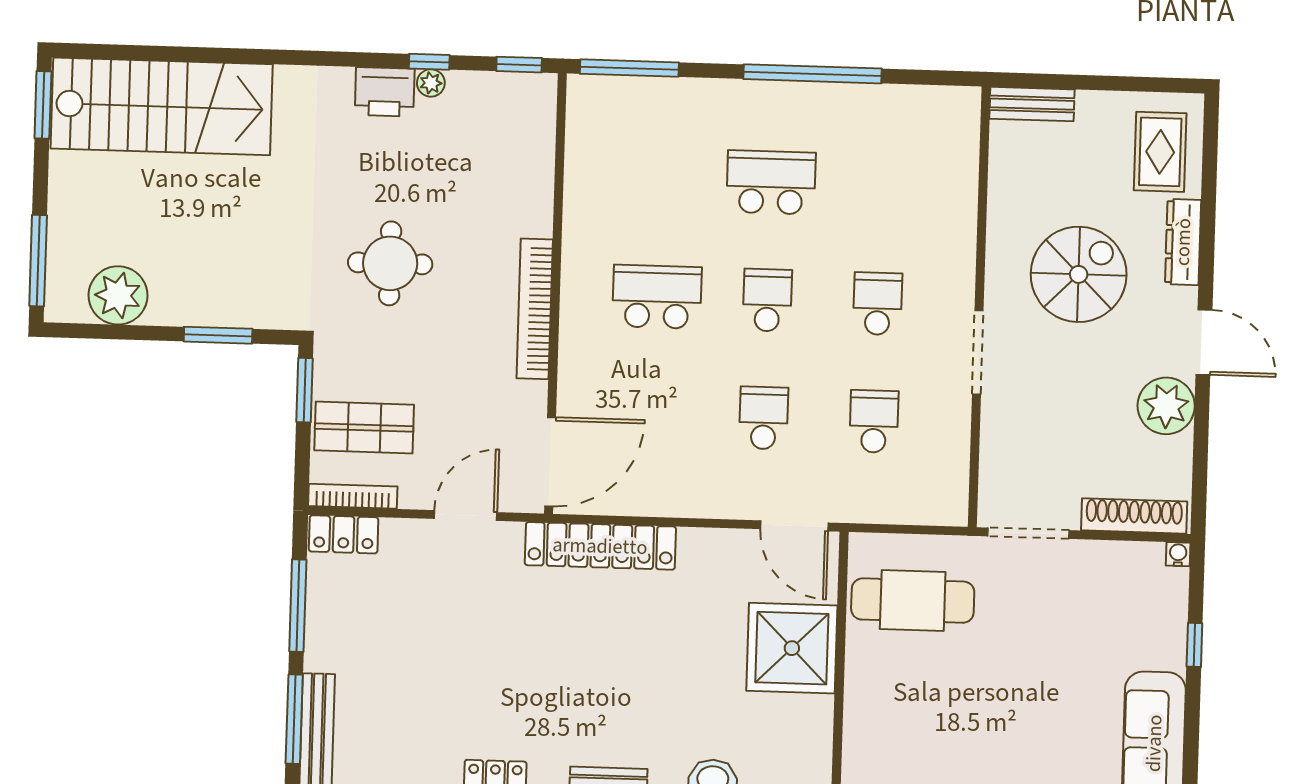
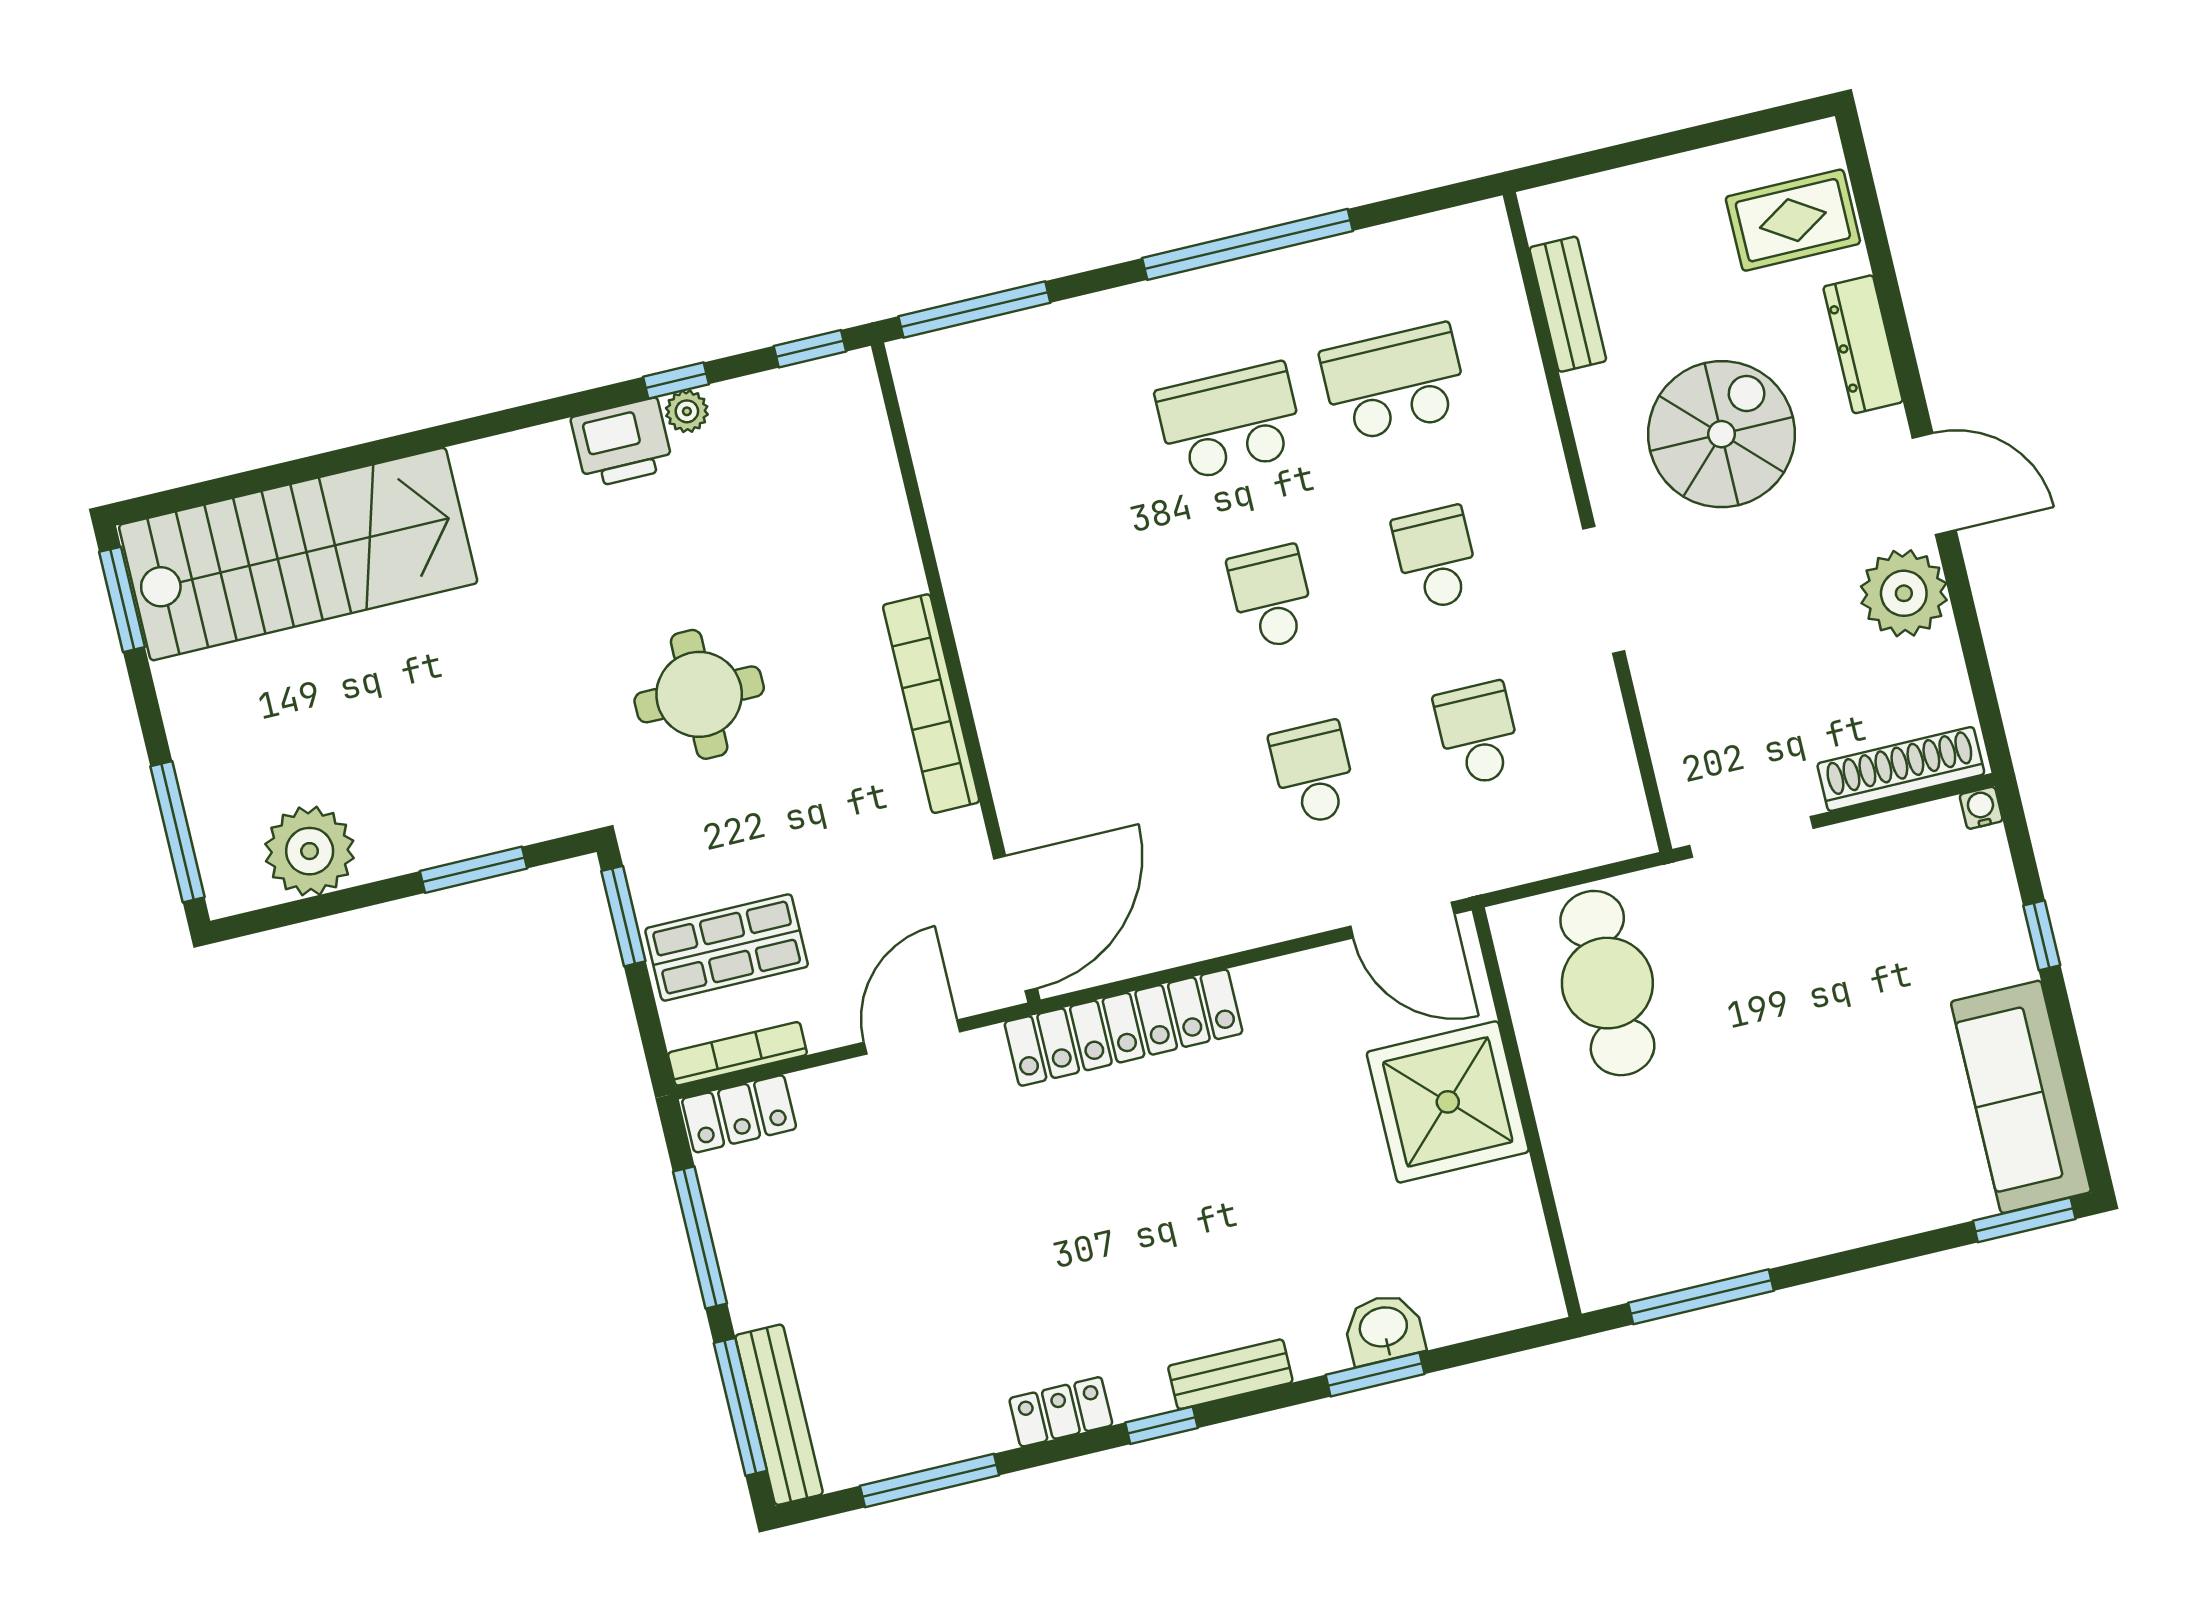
bench: (1032, 104) -> (1568, 304), moved, turned 90
rug: (1160, 152) -> (1793, 220), turned 90
school desk: (657, 297) -> (1394, 382), moved
cafe table: (913, 601) -> (1607, 983), turned 90

